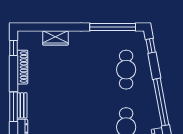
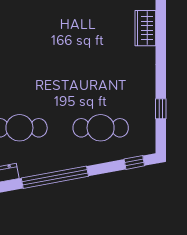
window: (113, 27) -> (161, 109), width x0.32

